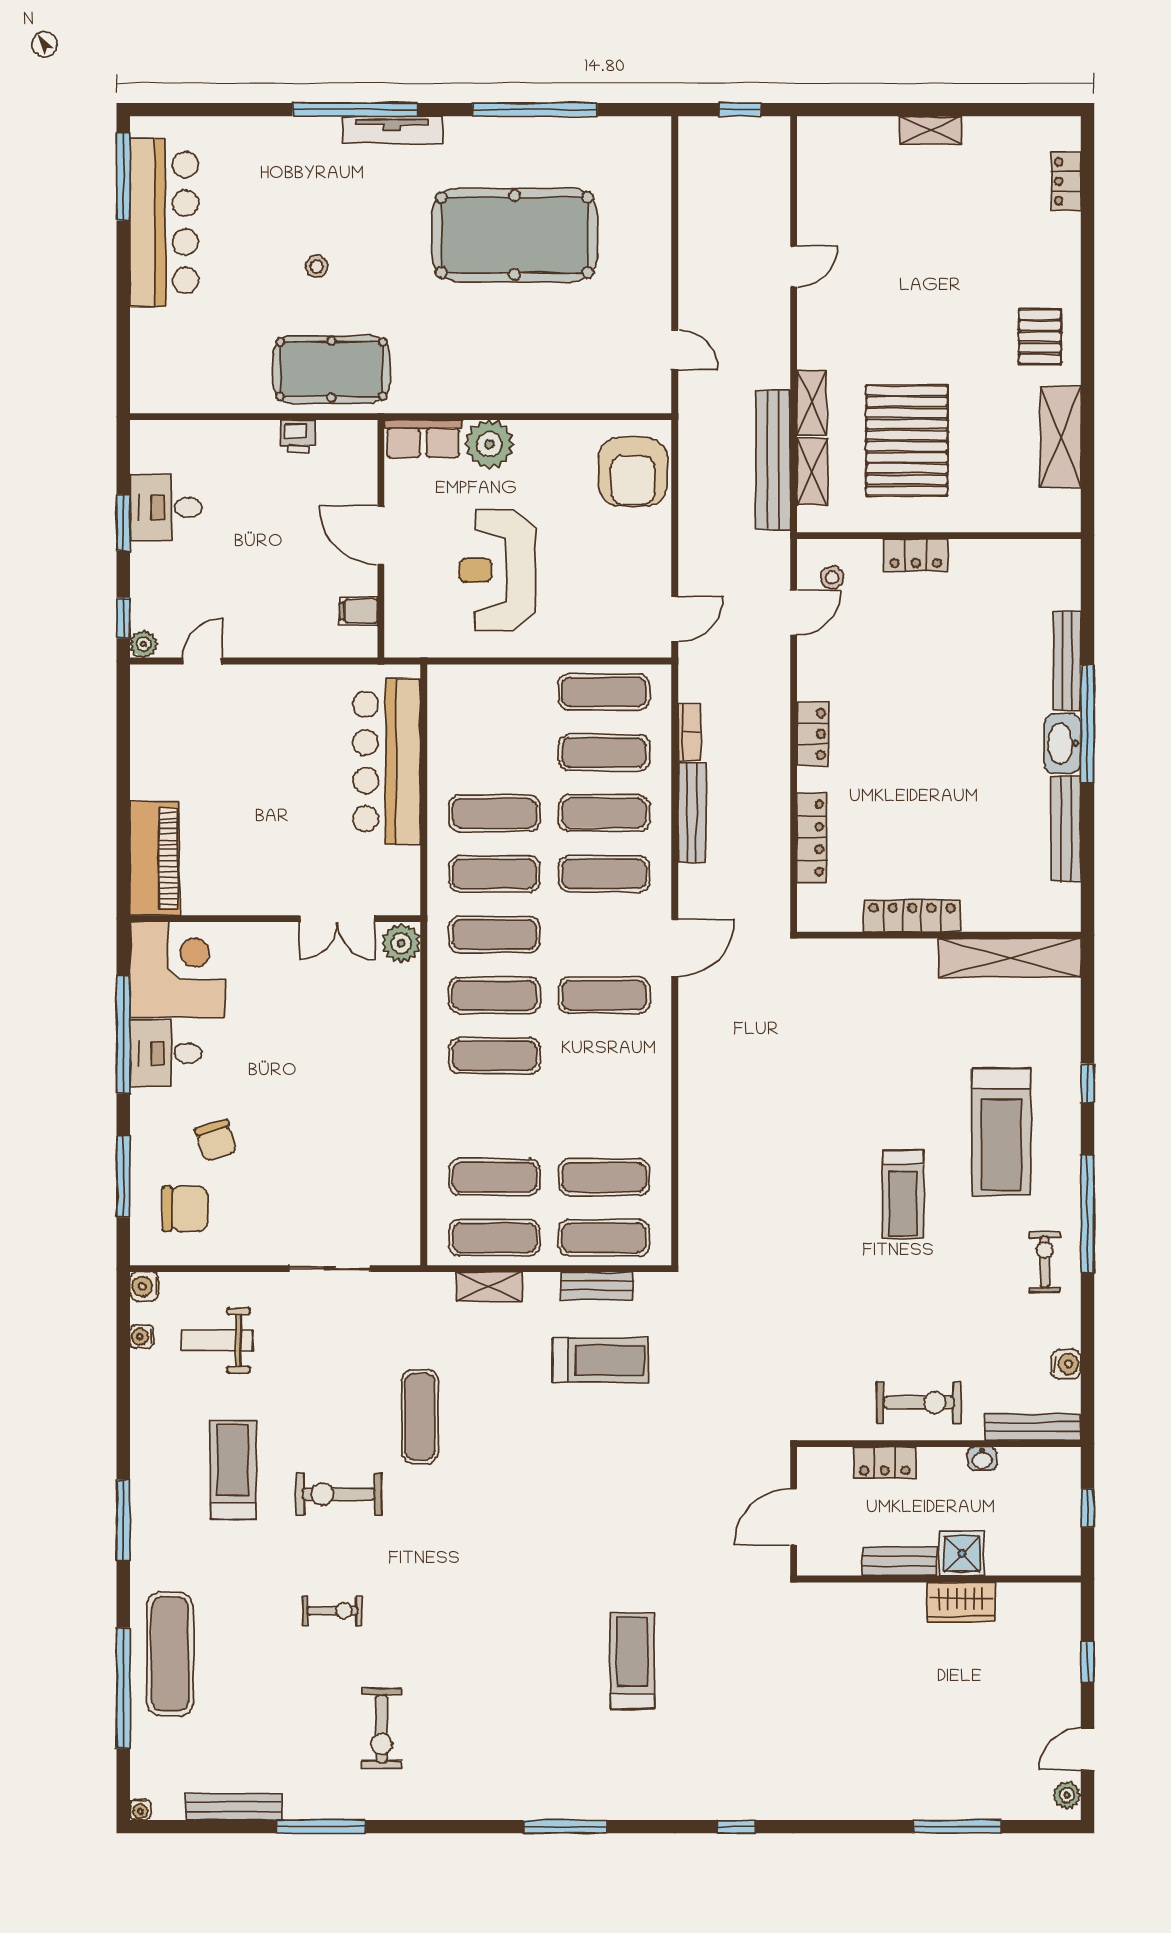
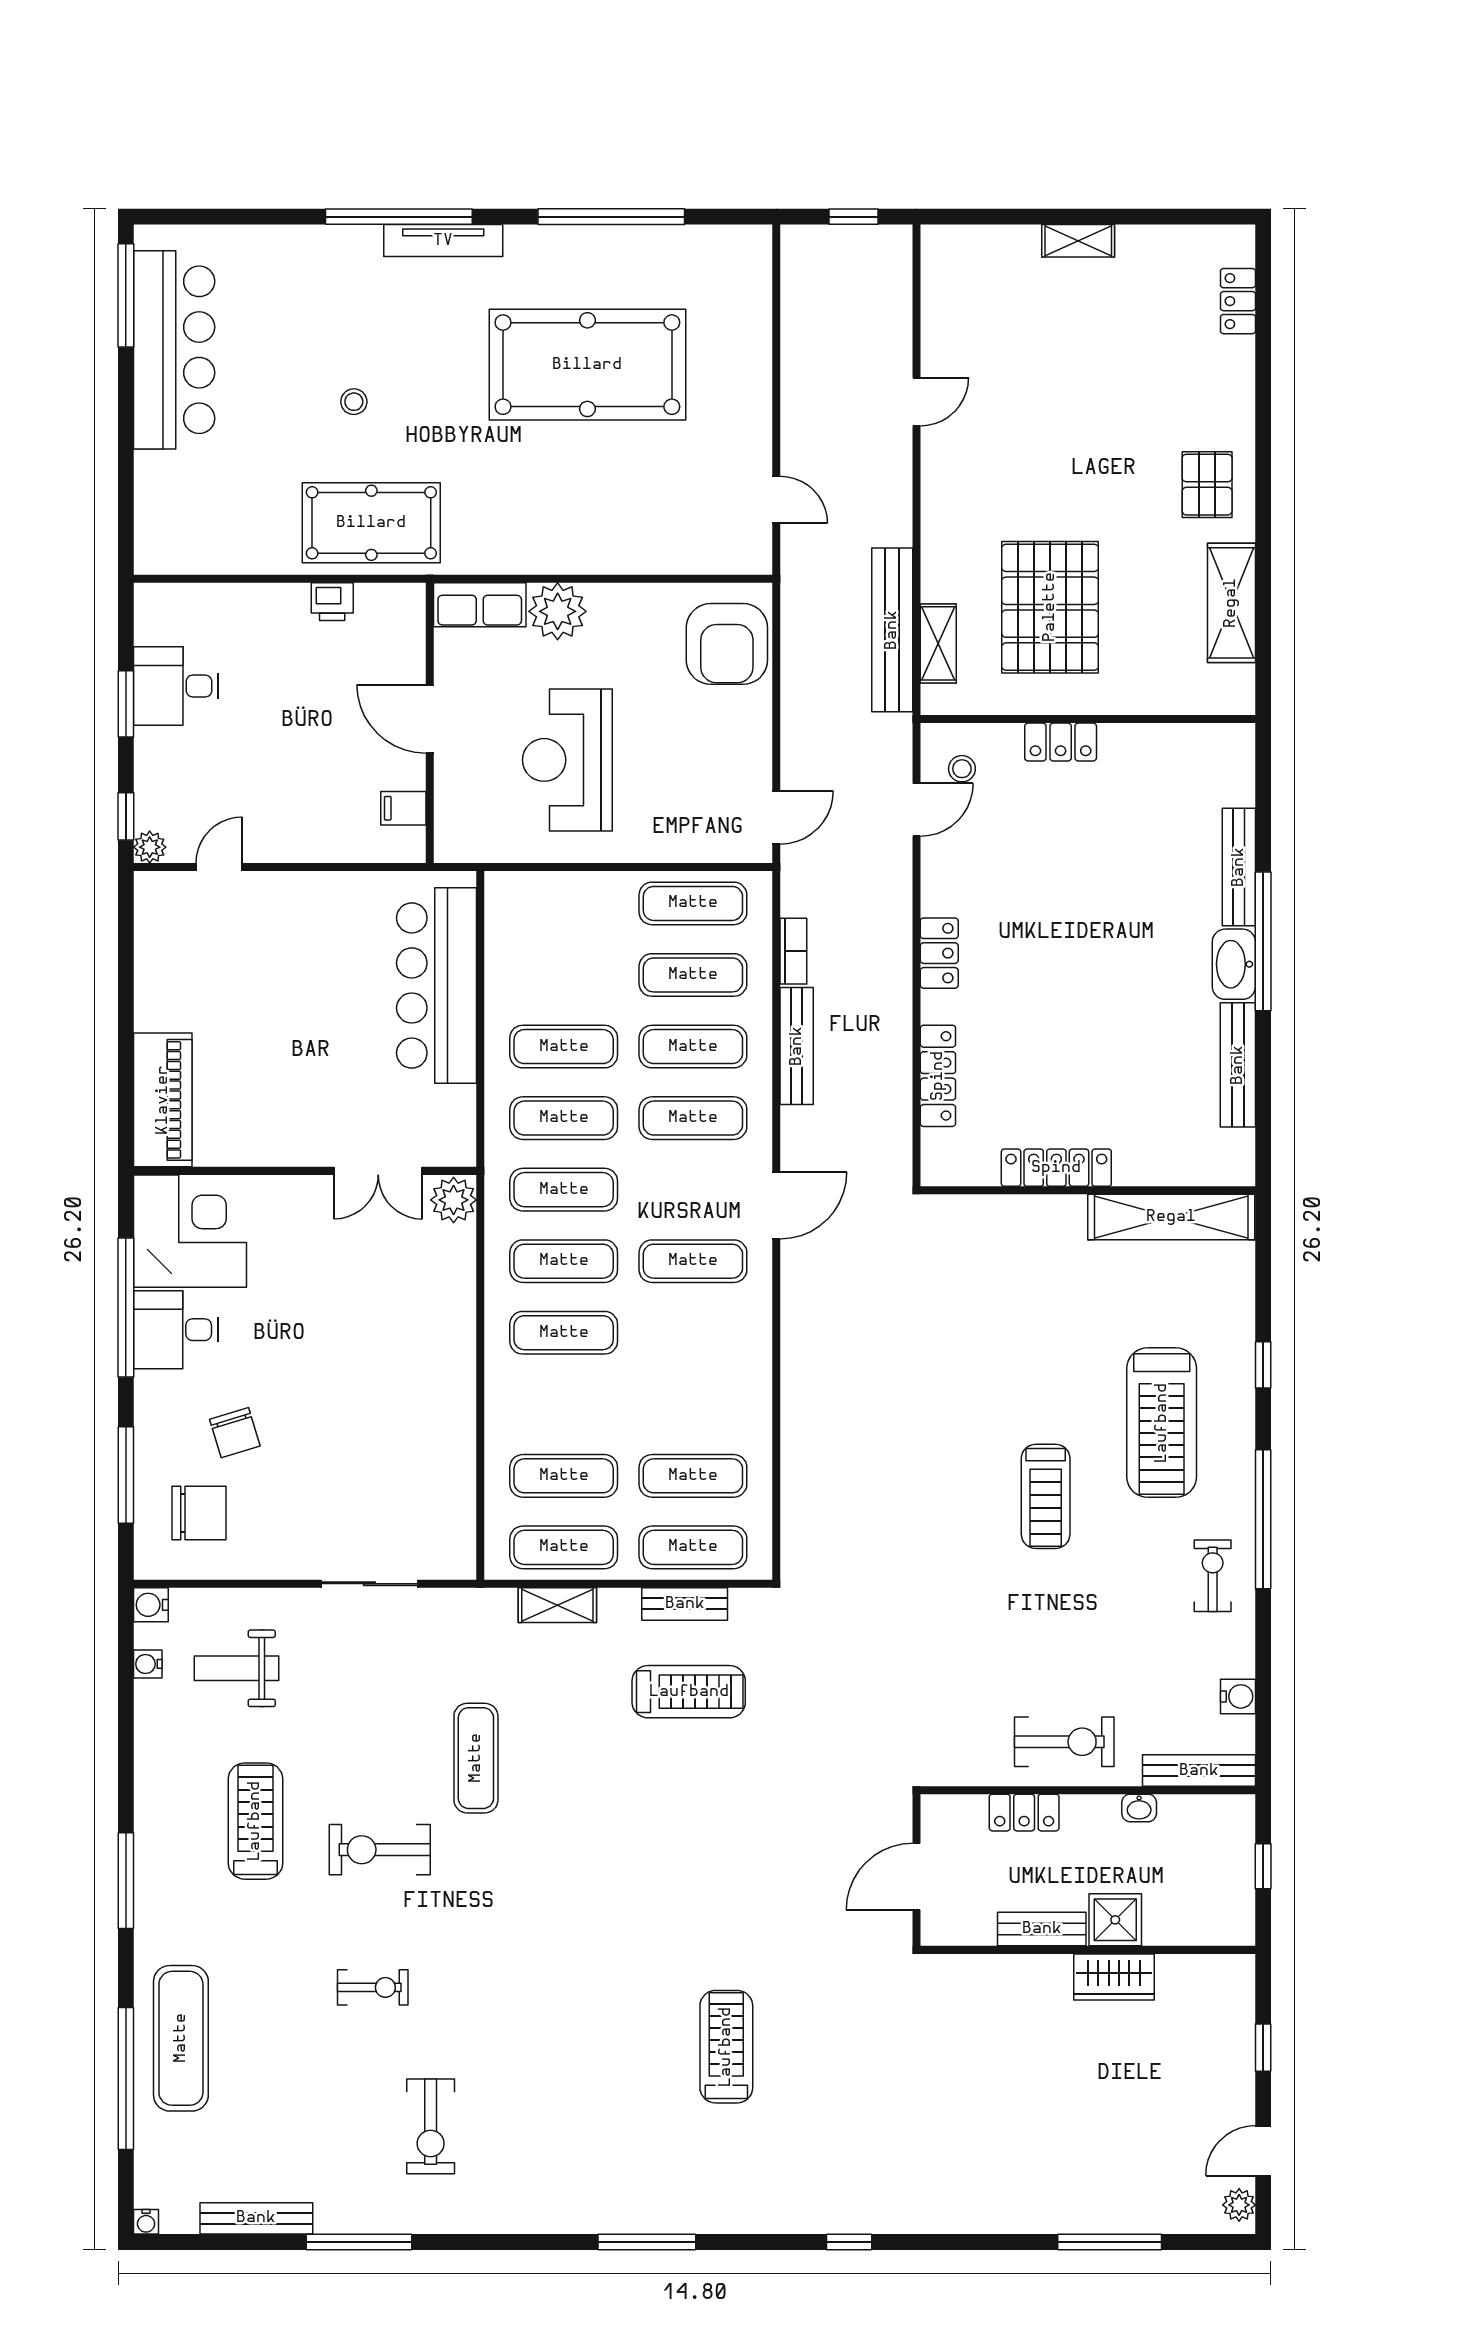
shelving: (812, 403) -> (938, 562), removed

